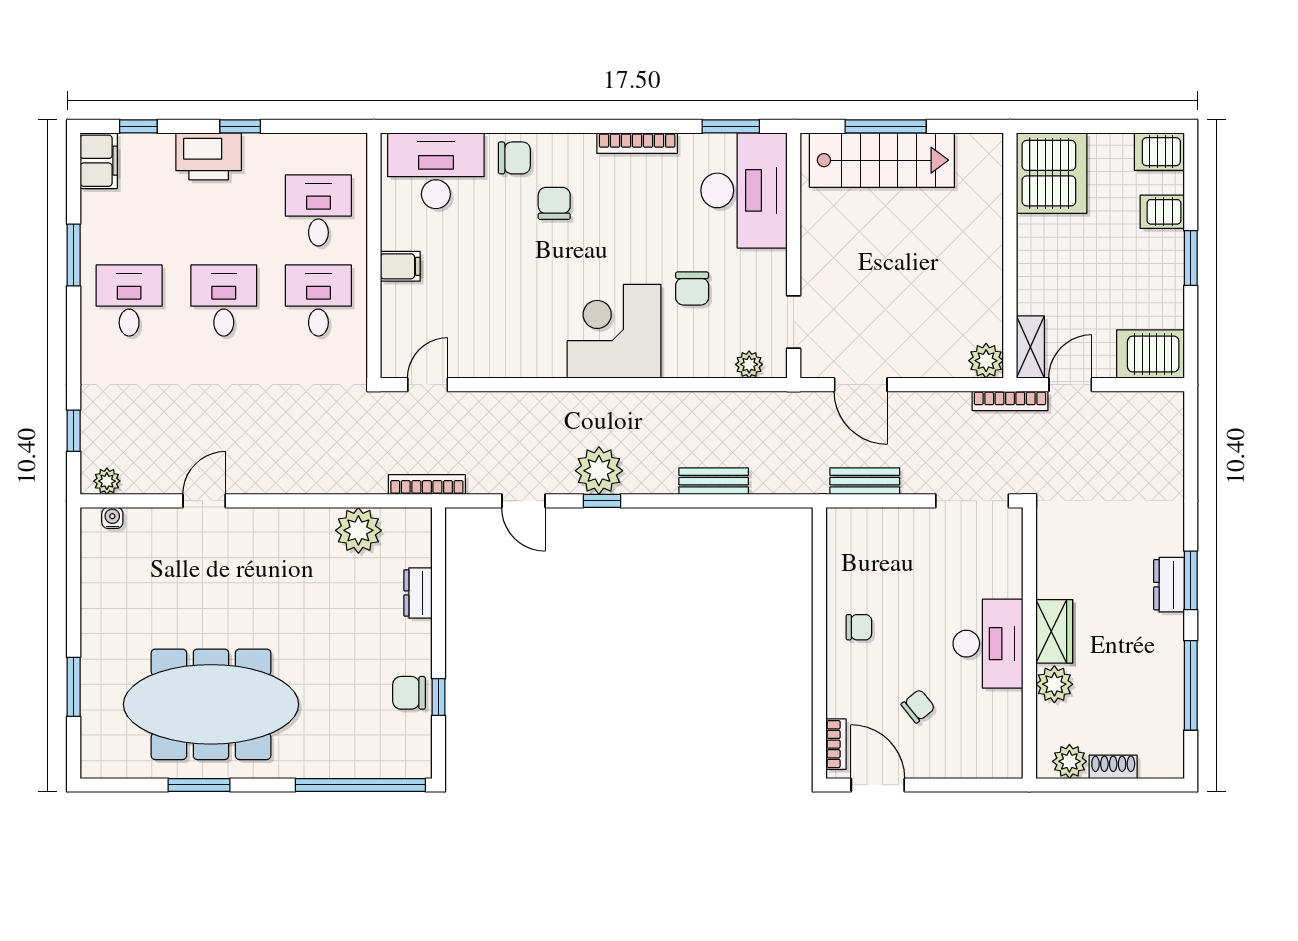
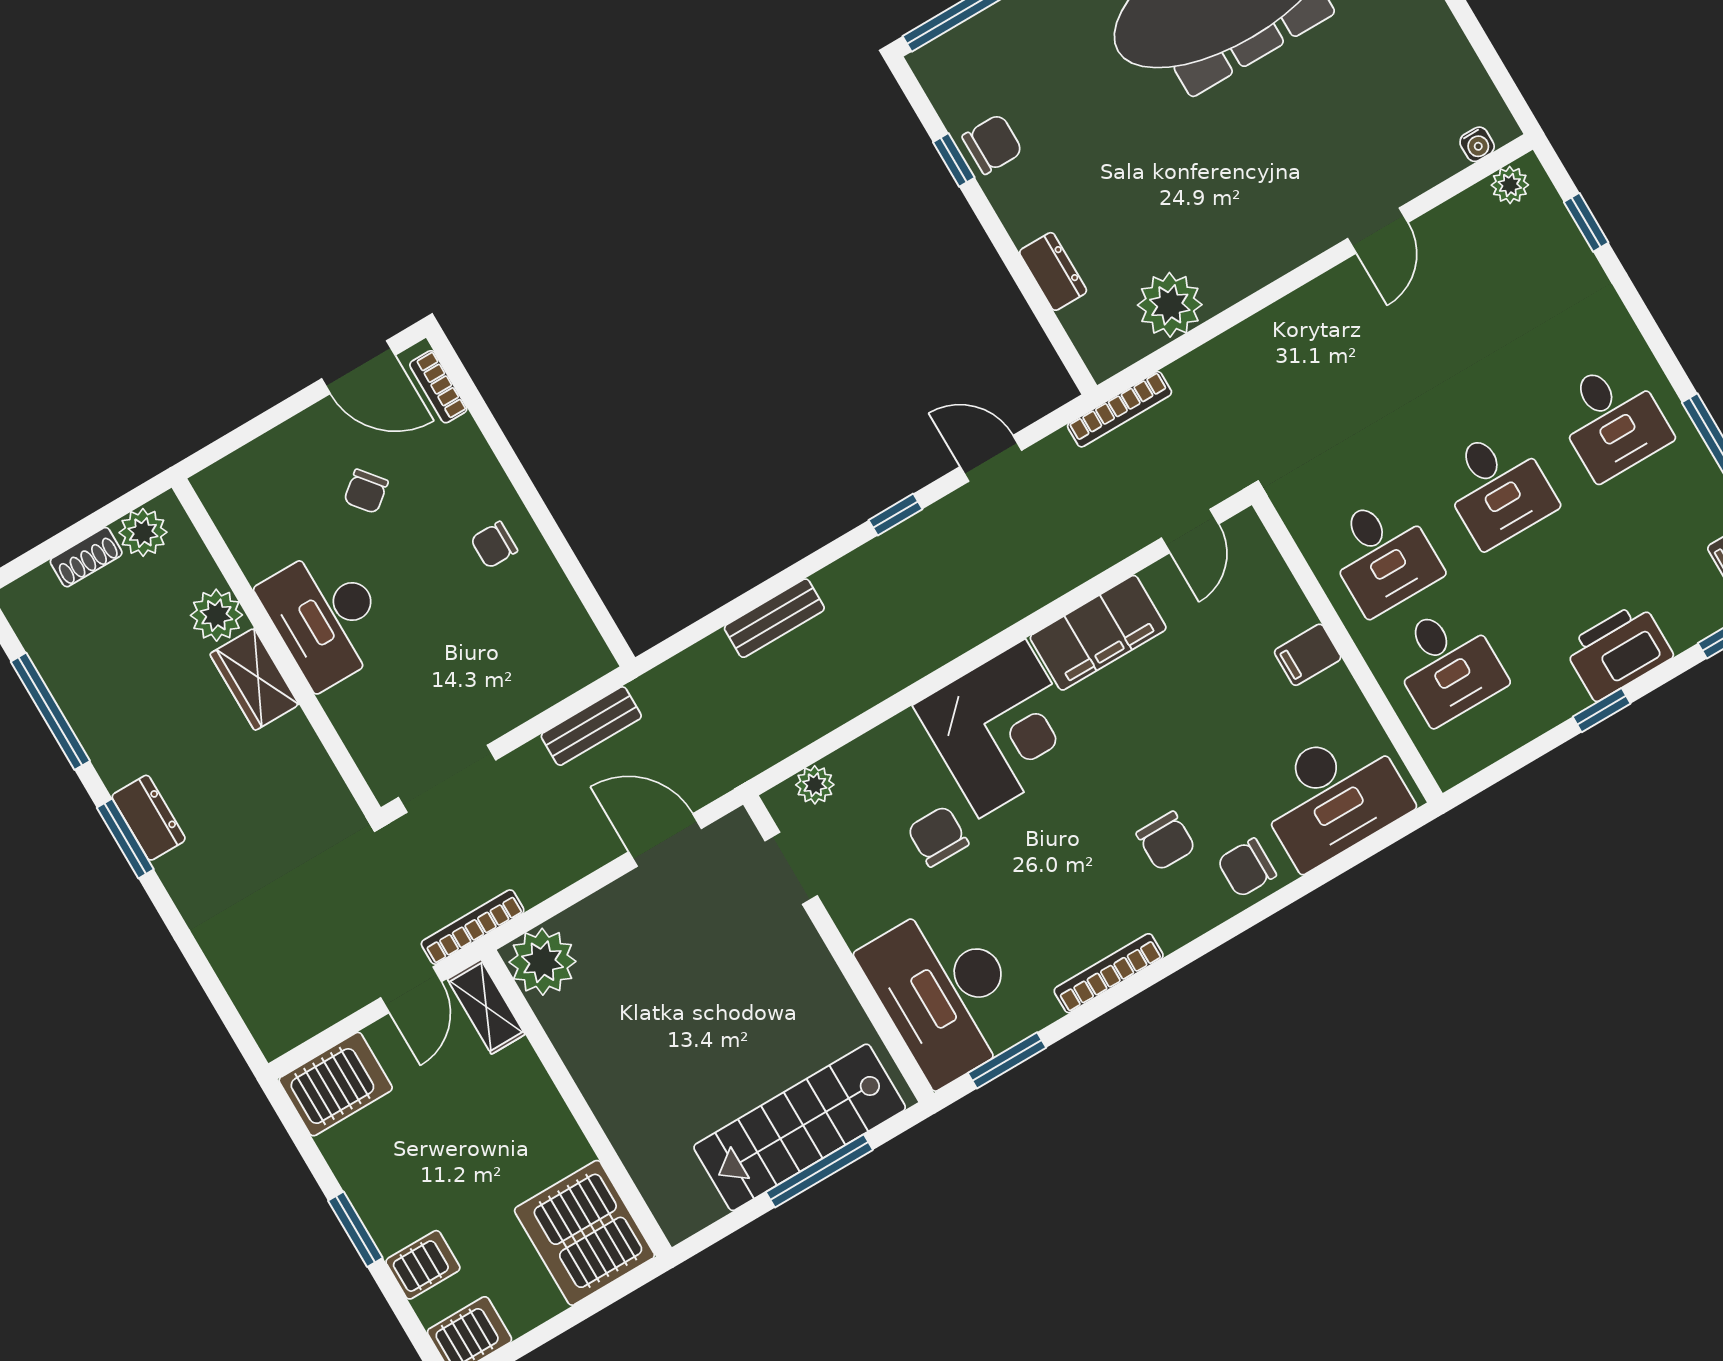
filing cabinet: (521, 355) -> (1098, 633), added
plant: (986, 361) -> (542, 962), width x1.36, depth x1.36
plant: (599, 471) -> (921, 549), removed

